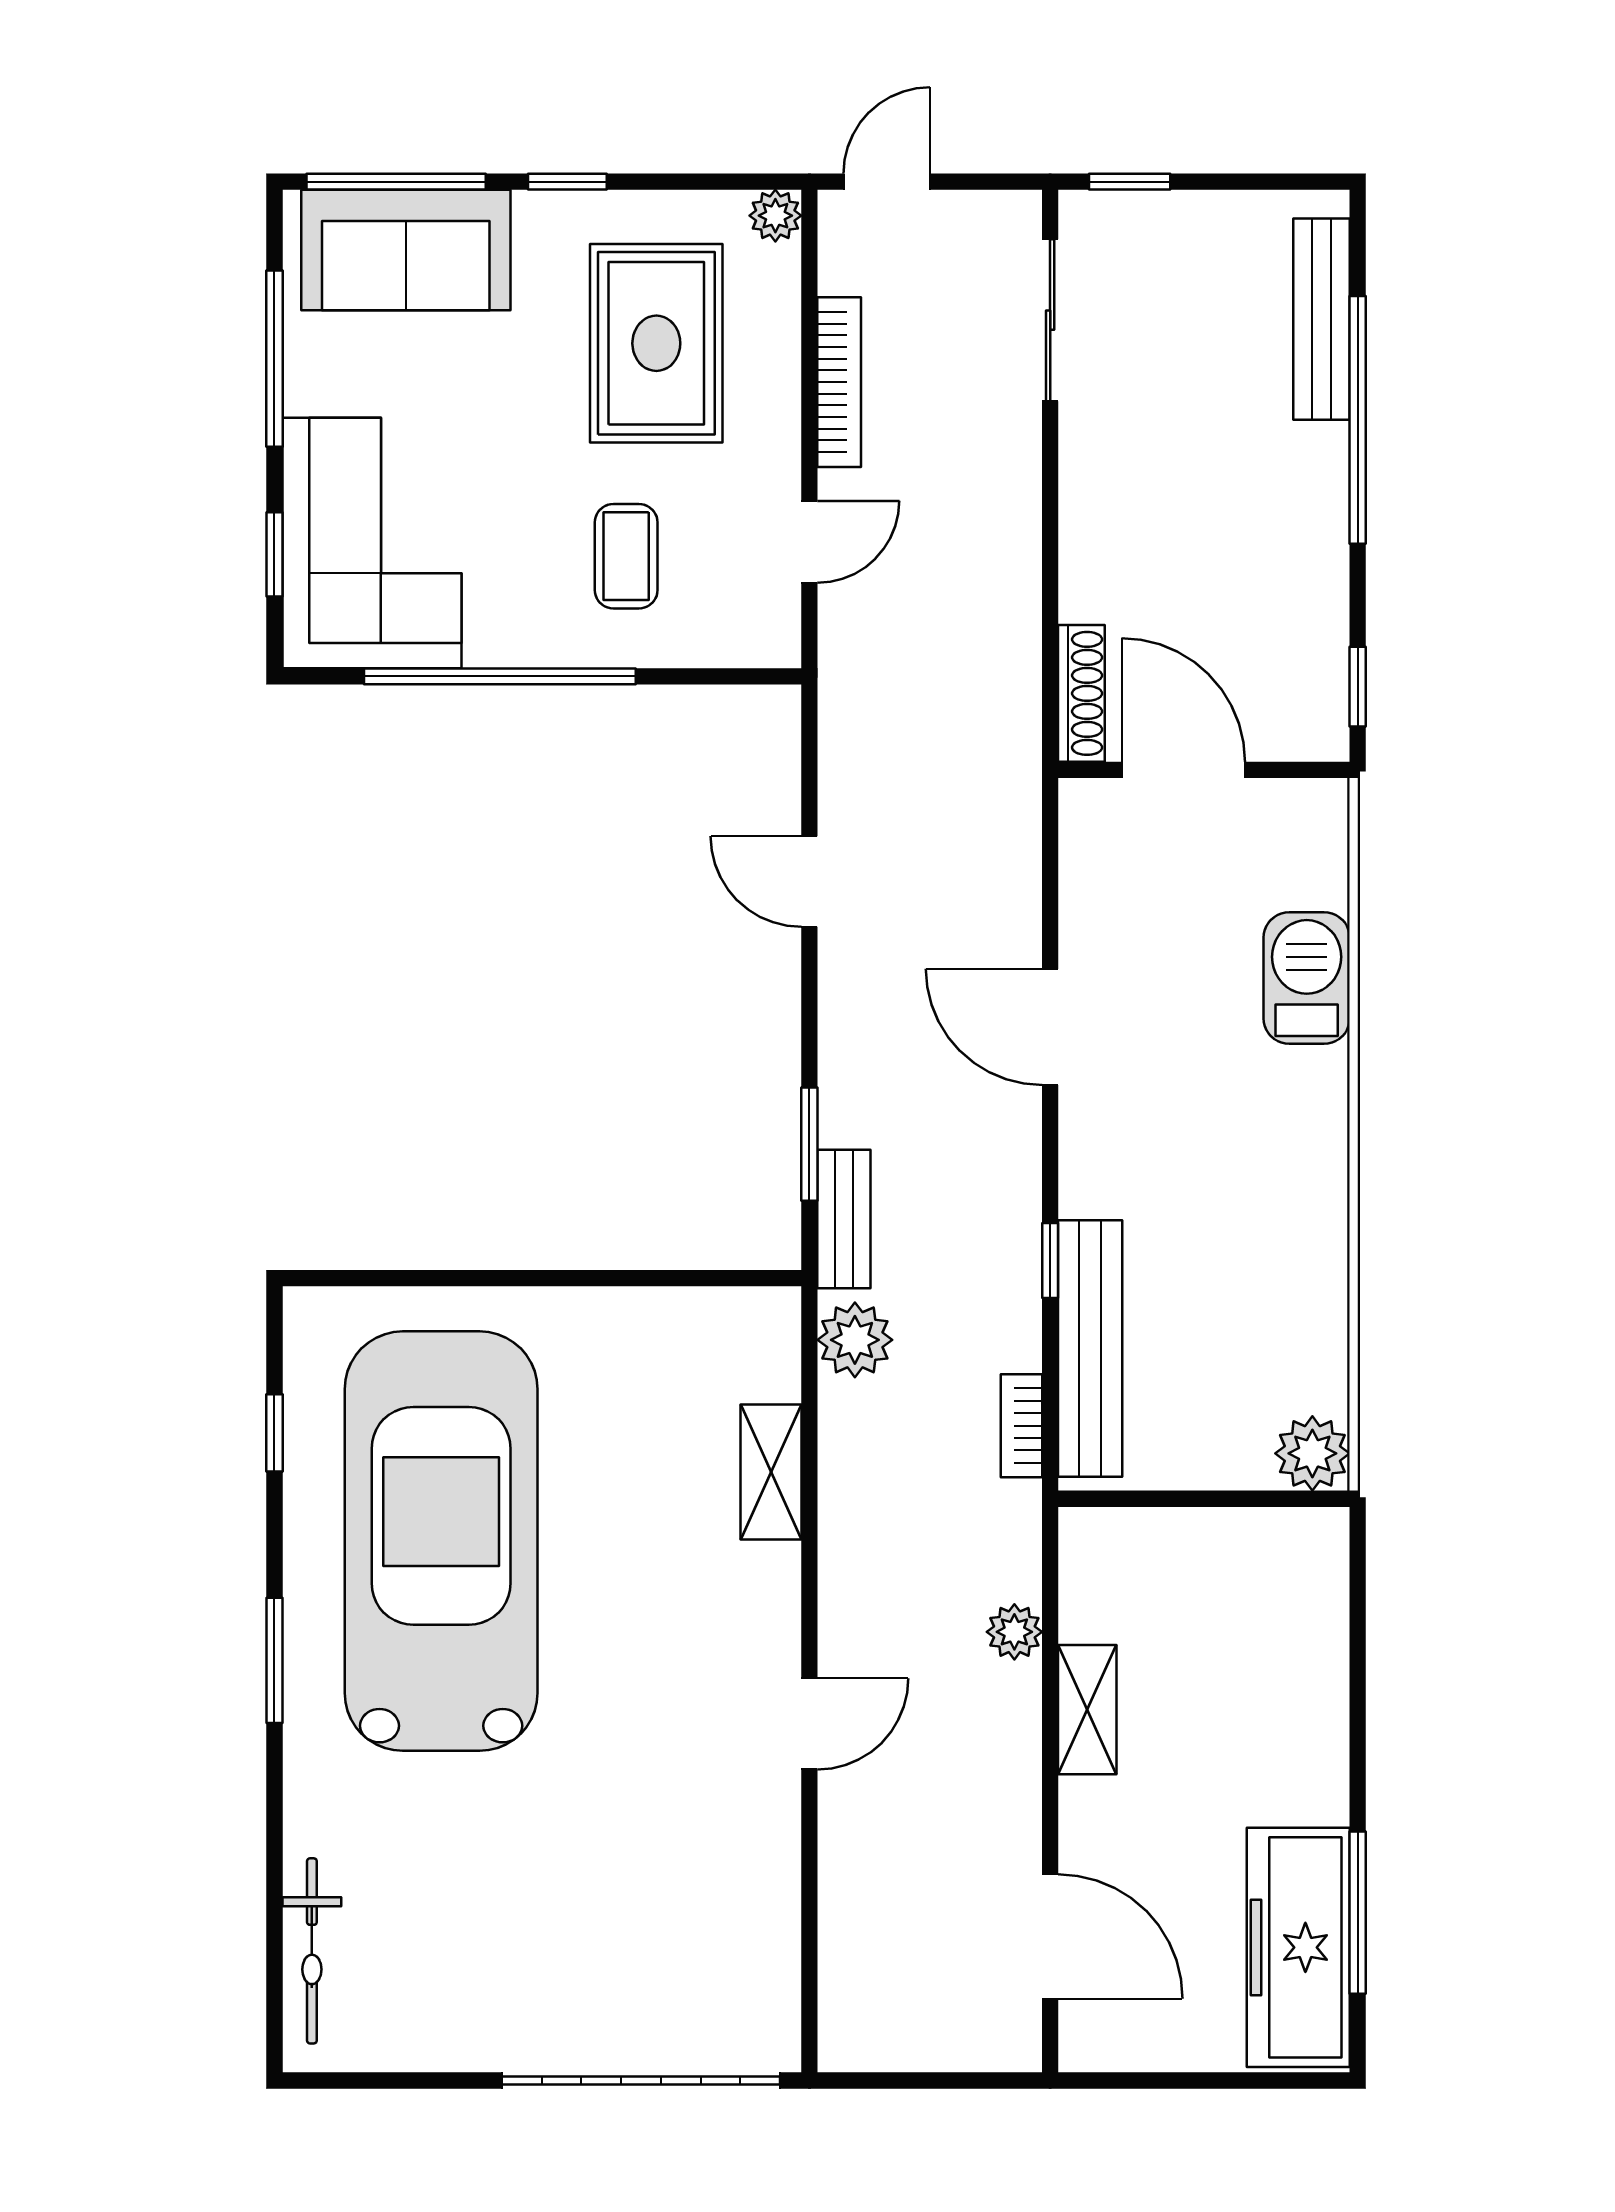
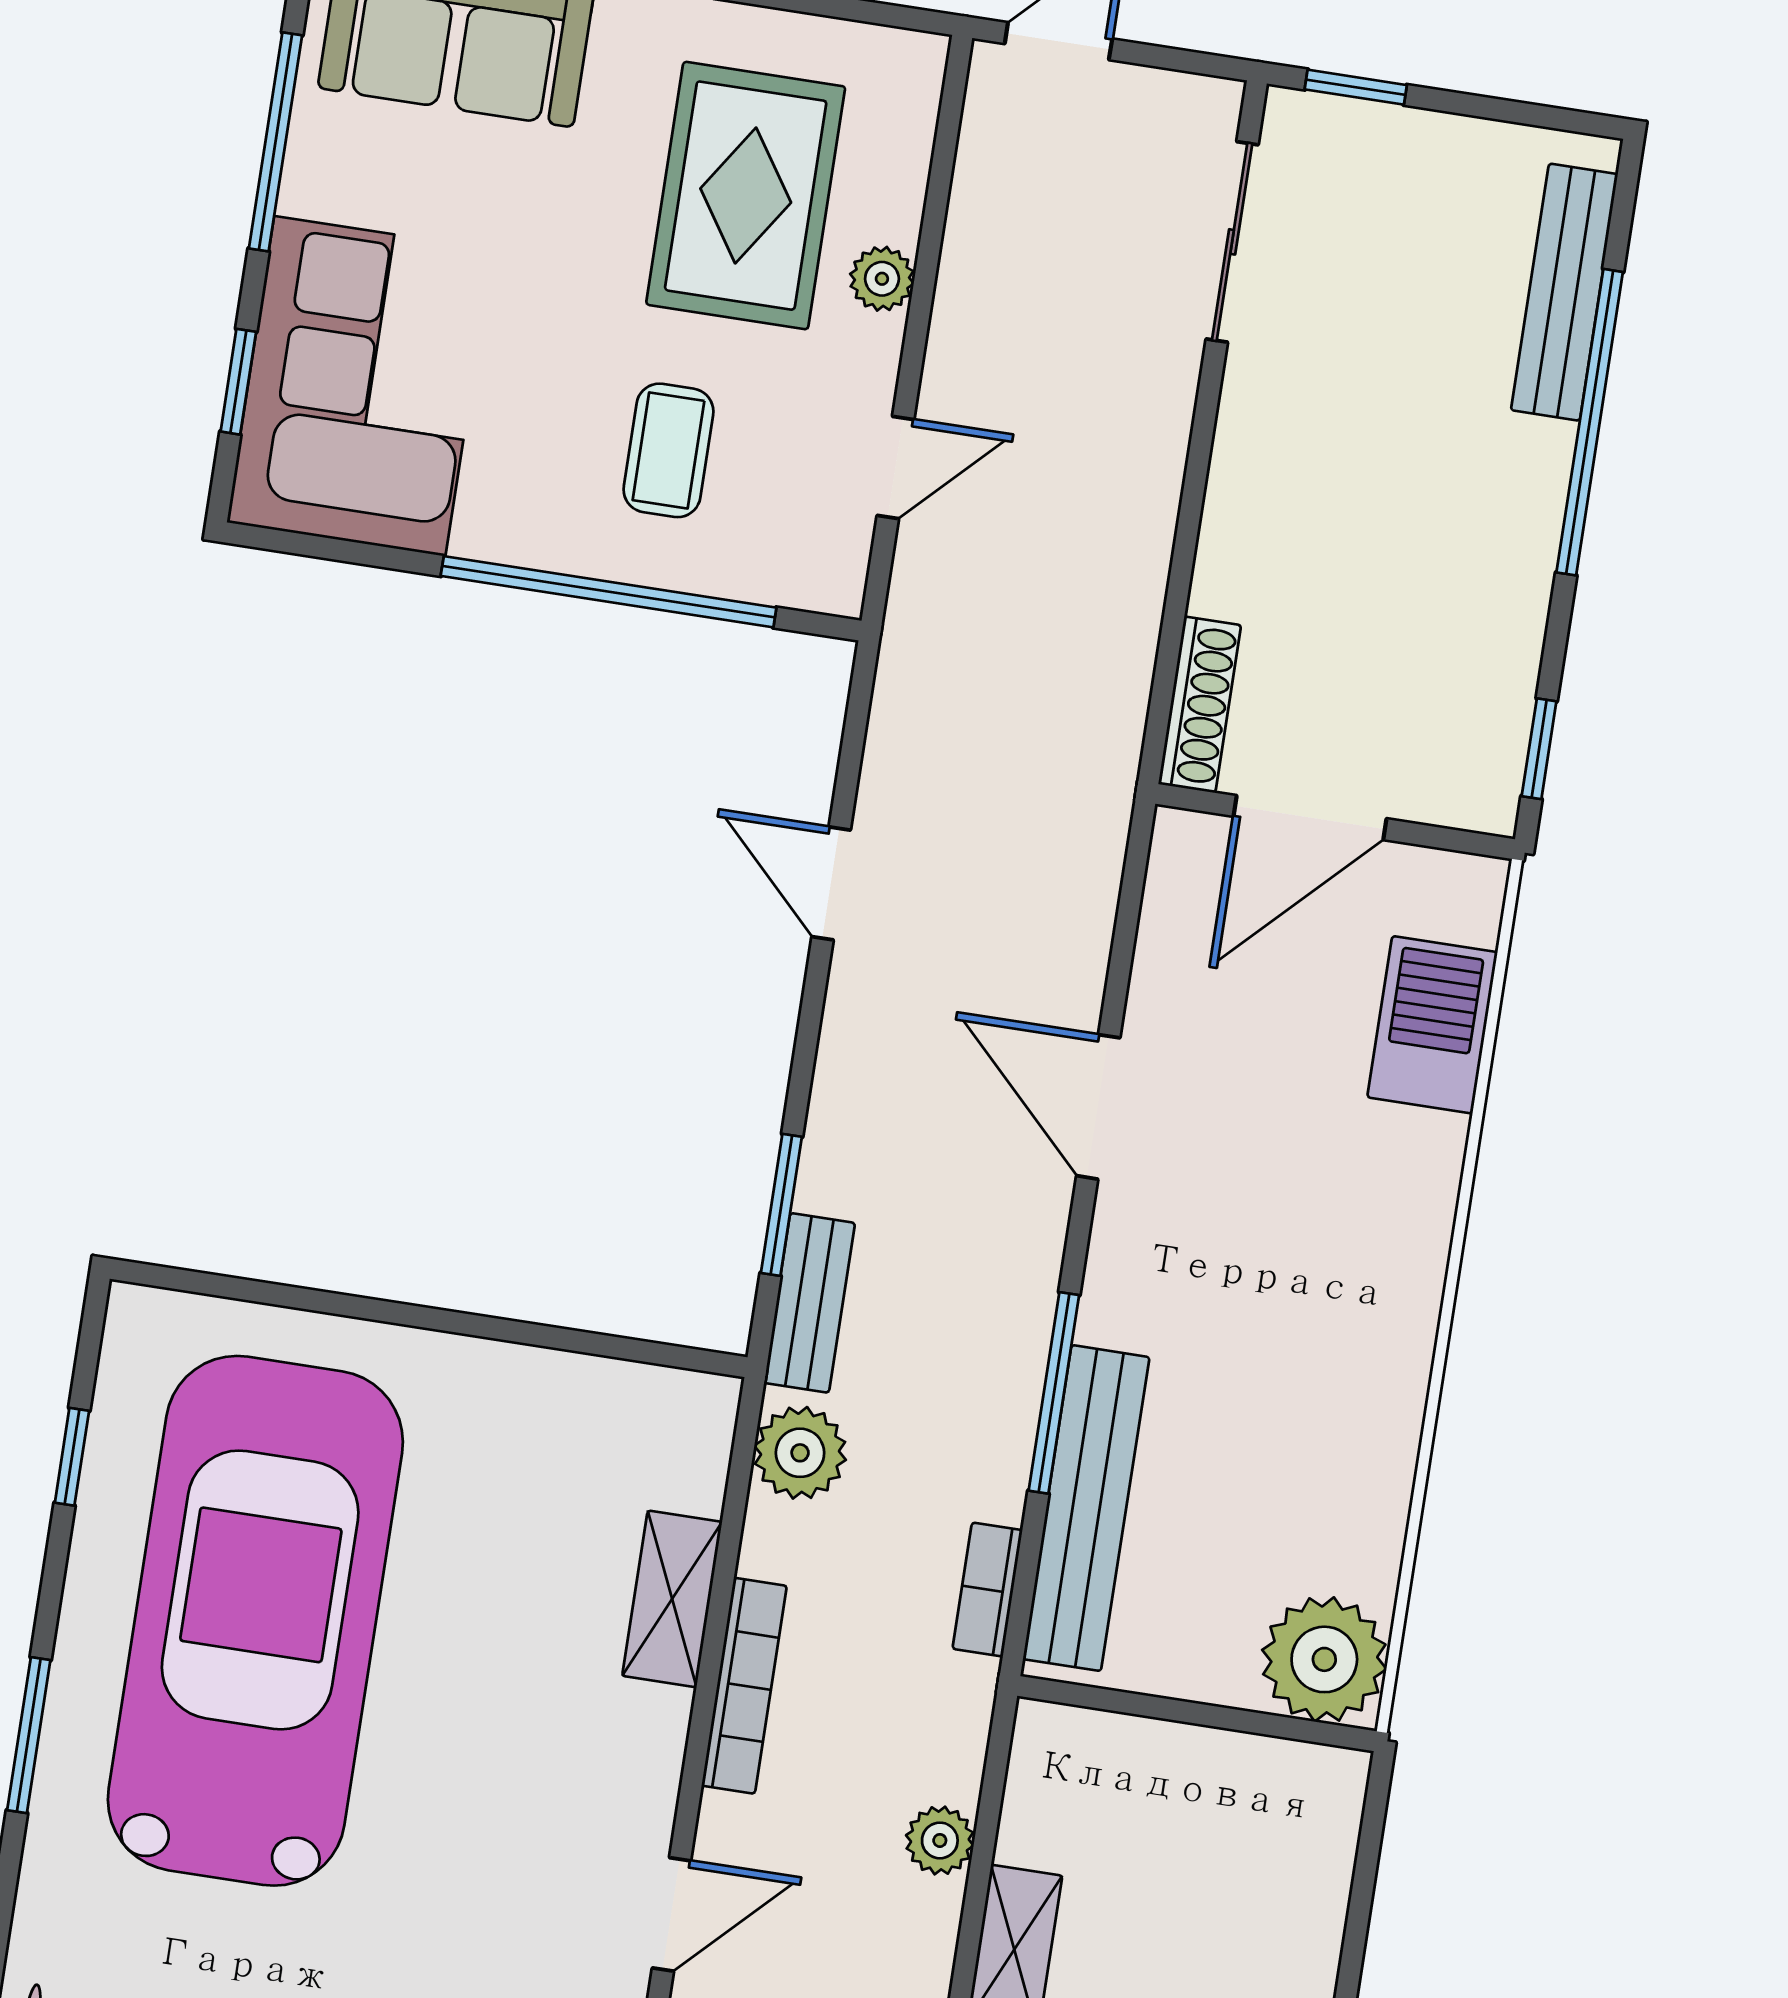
plant: (775, 216) -> (882, 279), moved
bookcase: (839, 382) -> (744, 1686), moved
window: (500, 676) -> (609, 592), moved
door: (1183, 770) -> (1310, 818), swing flipped
barbecue: (1307, 978) -> (1432, 1025), moved
window: (1050, 1261) -> (1054, 1393), width x2.17
plant: (1312, 1453) -> (1324, 1659), width x1.36, depth x1.36

